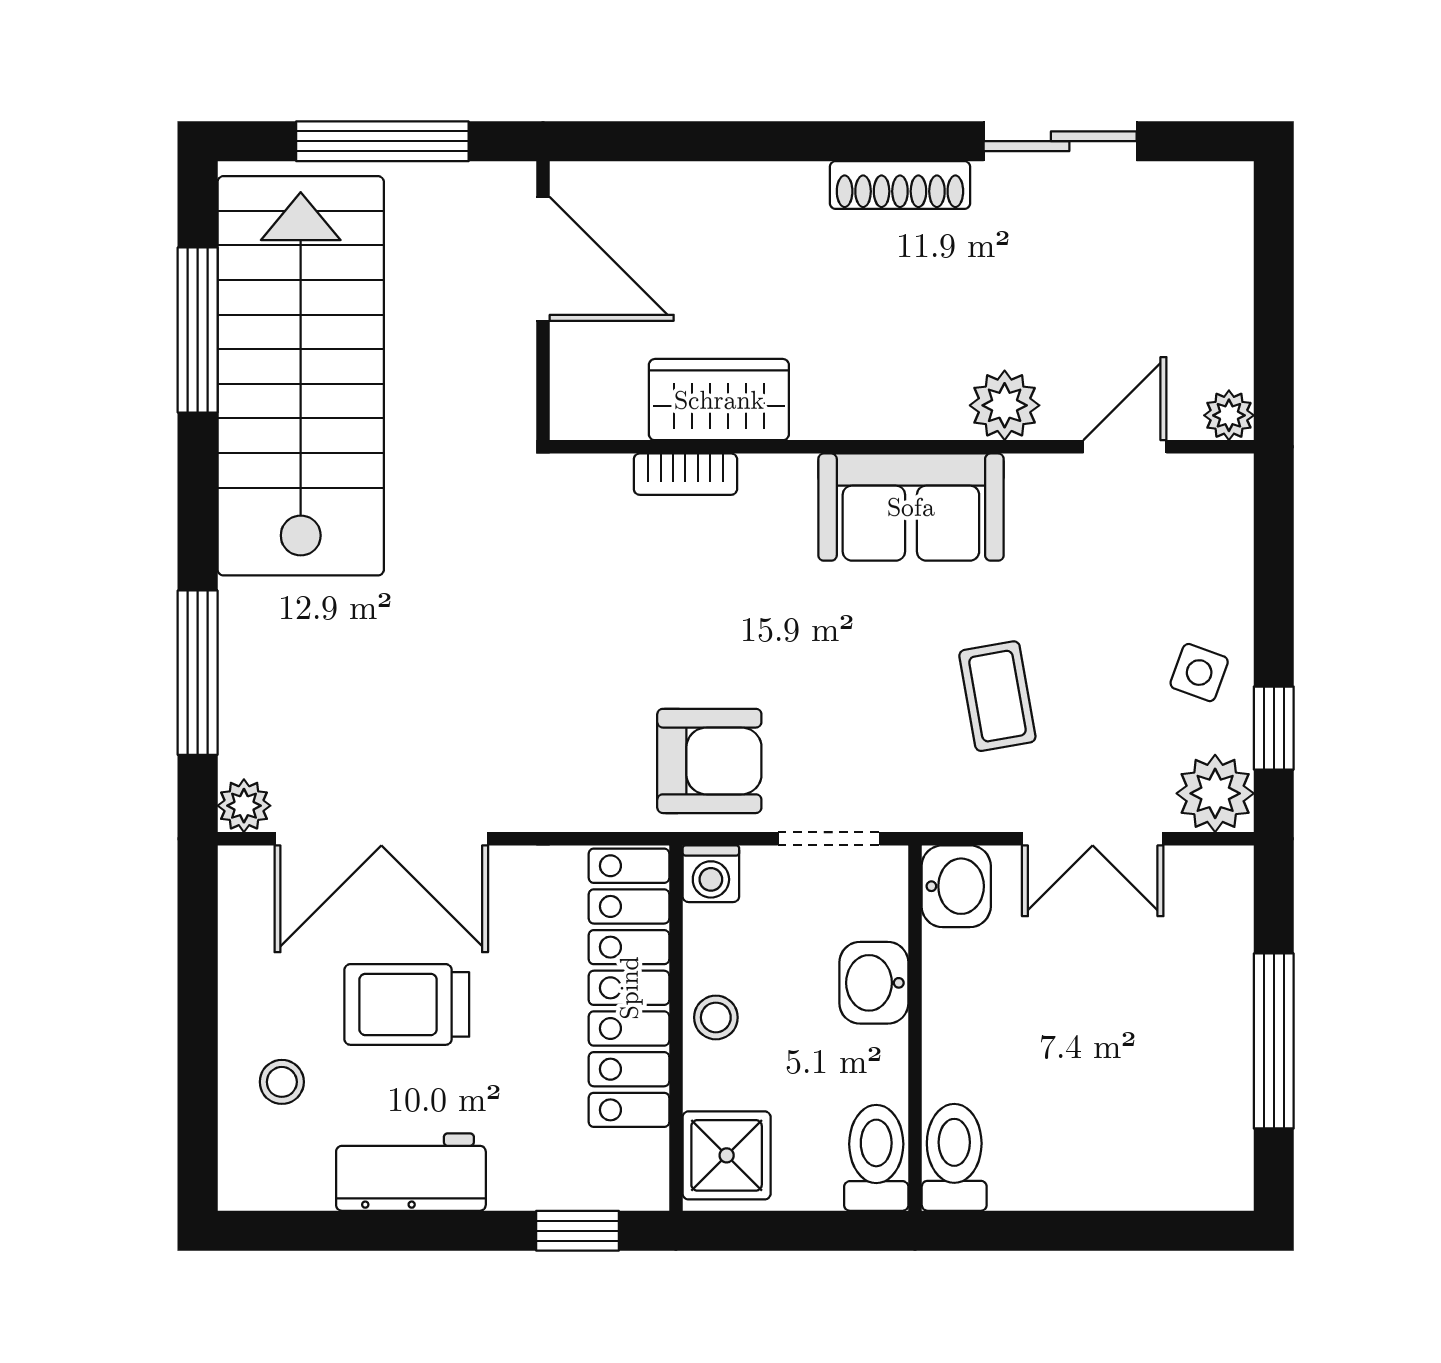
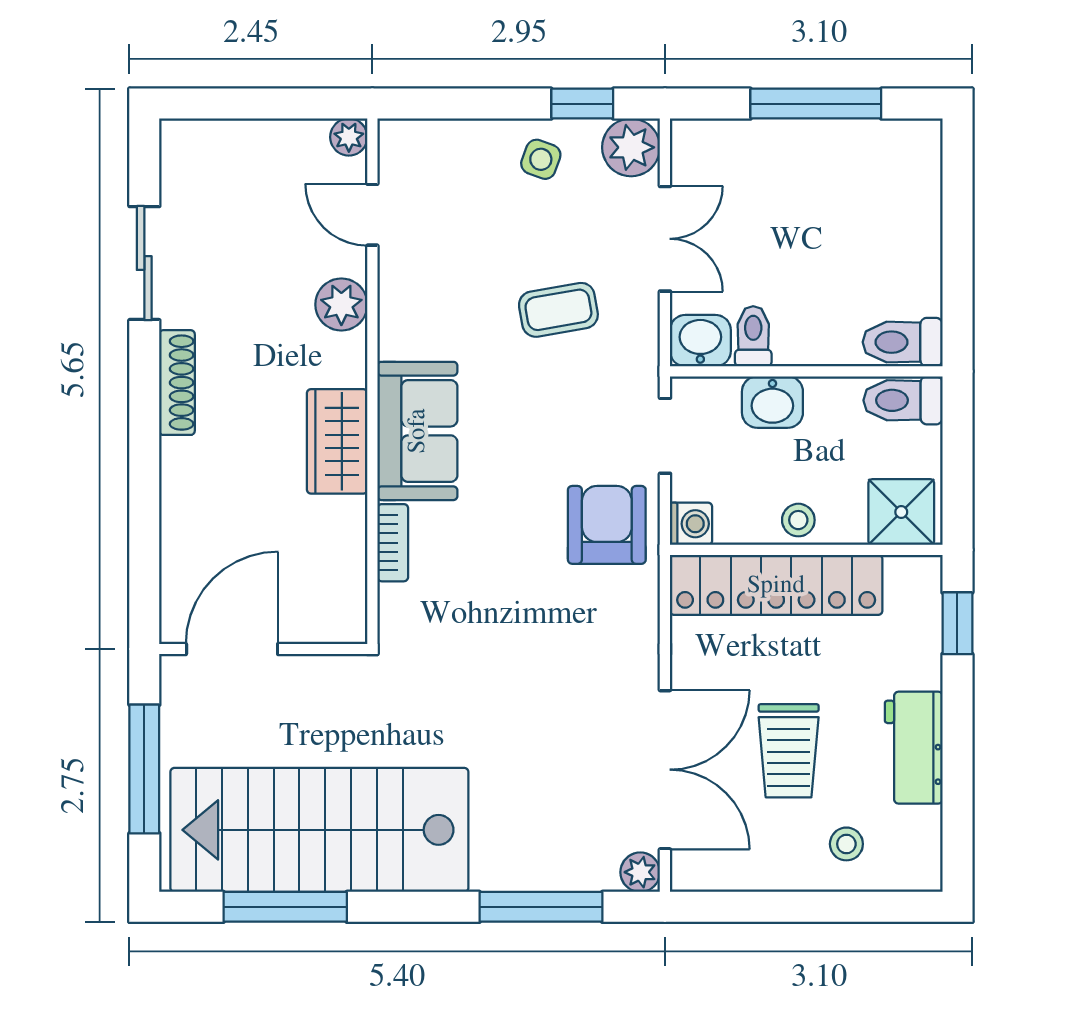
wardrobe: (719, 400) -> (337, 441), moved
sofa: (911, 507) -> (417, 431), moved
toilet: (962, 957) -> (753, 336), added

